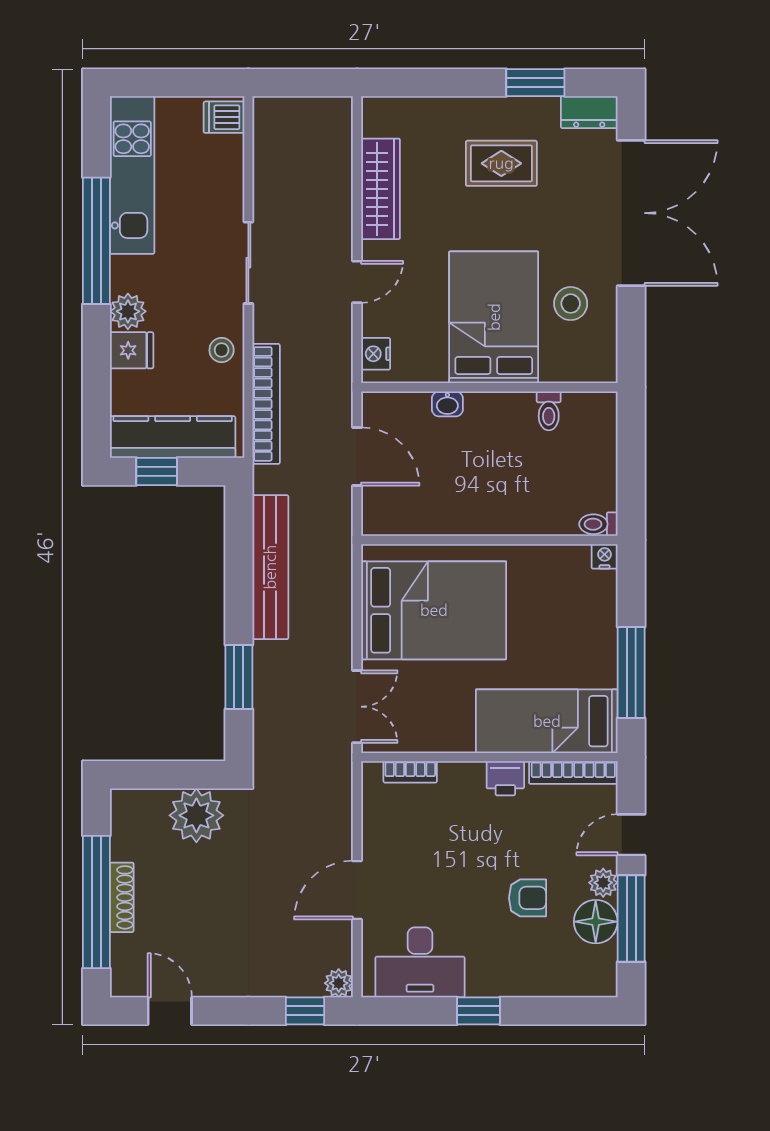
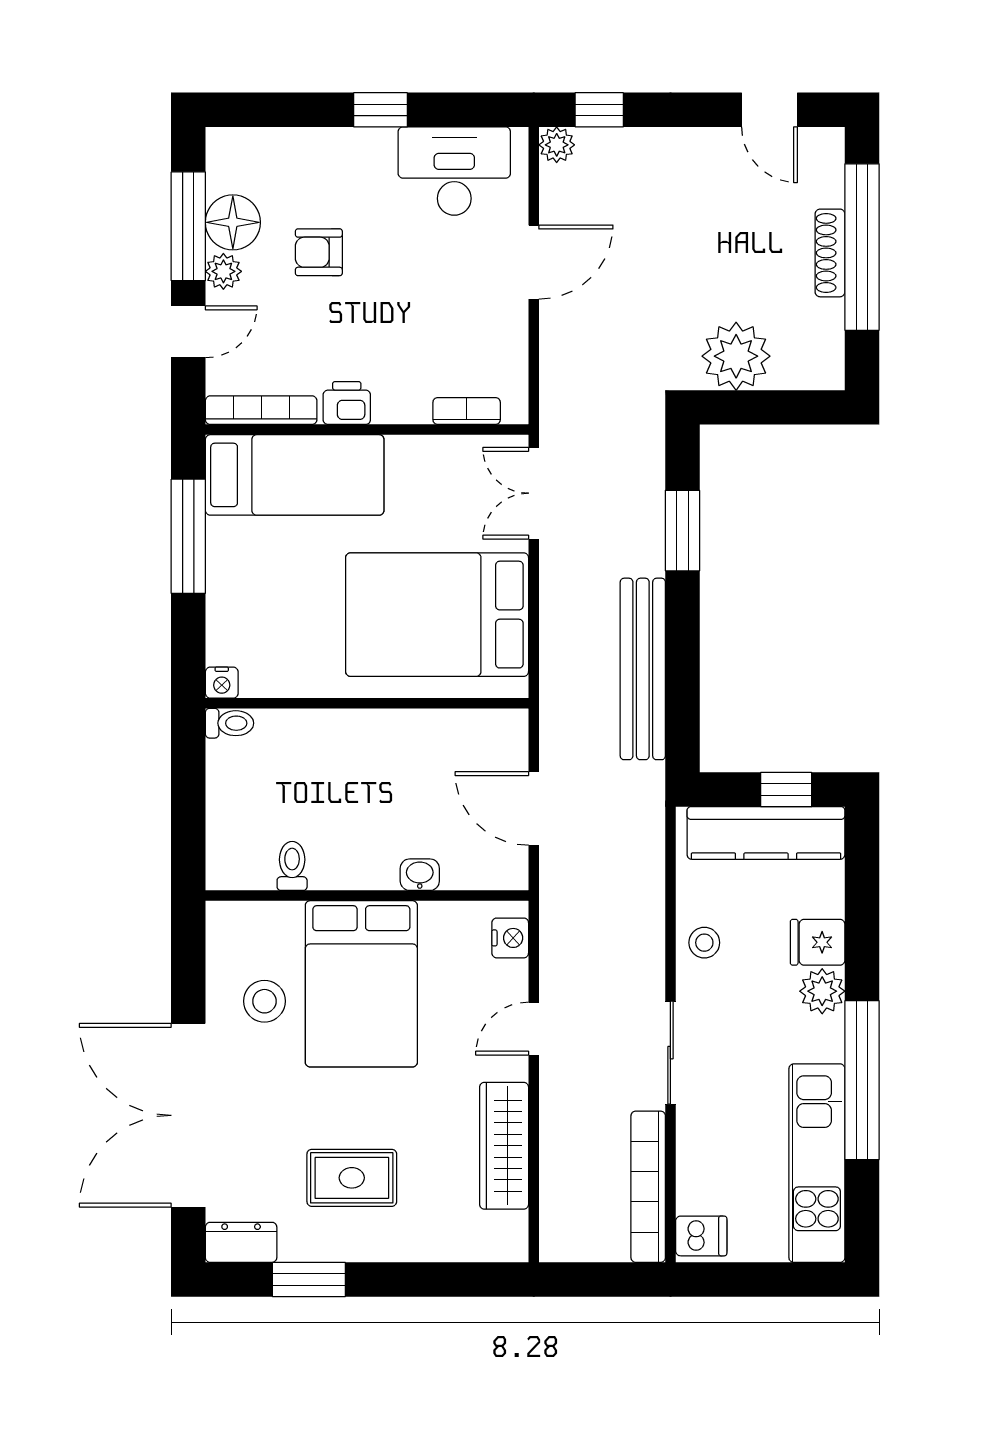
bookcase: (266, 404) -> (648, 1187), moved

